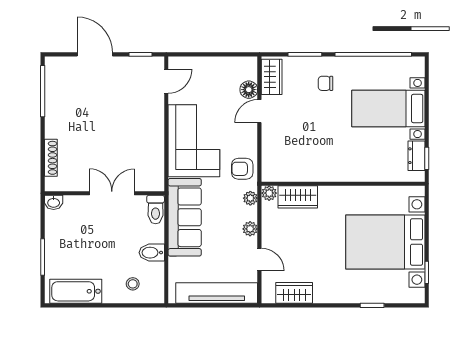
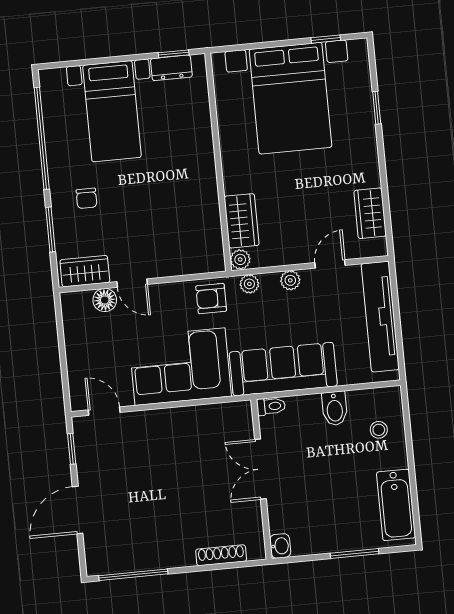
armchair: (242, 169) -> (211, 299), turned 90
toilet: (156, 210) -> (271, 406), width x0.73, depth x0.72

